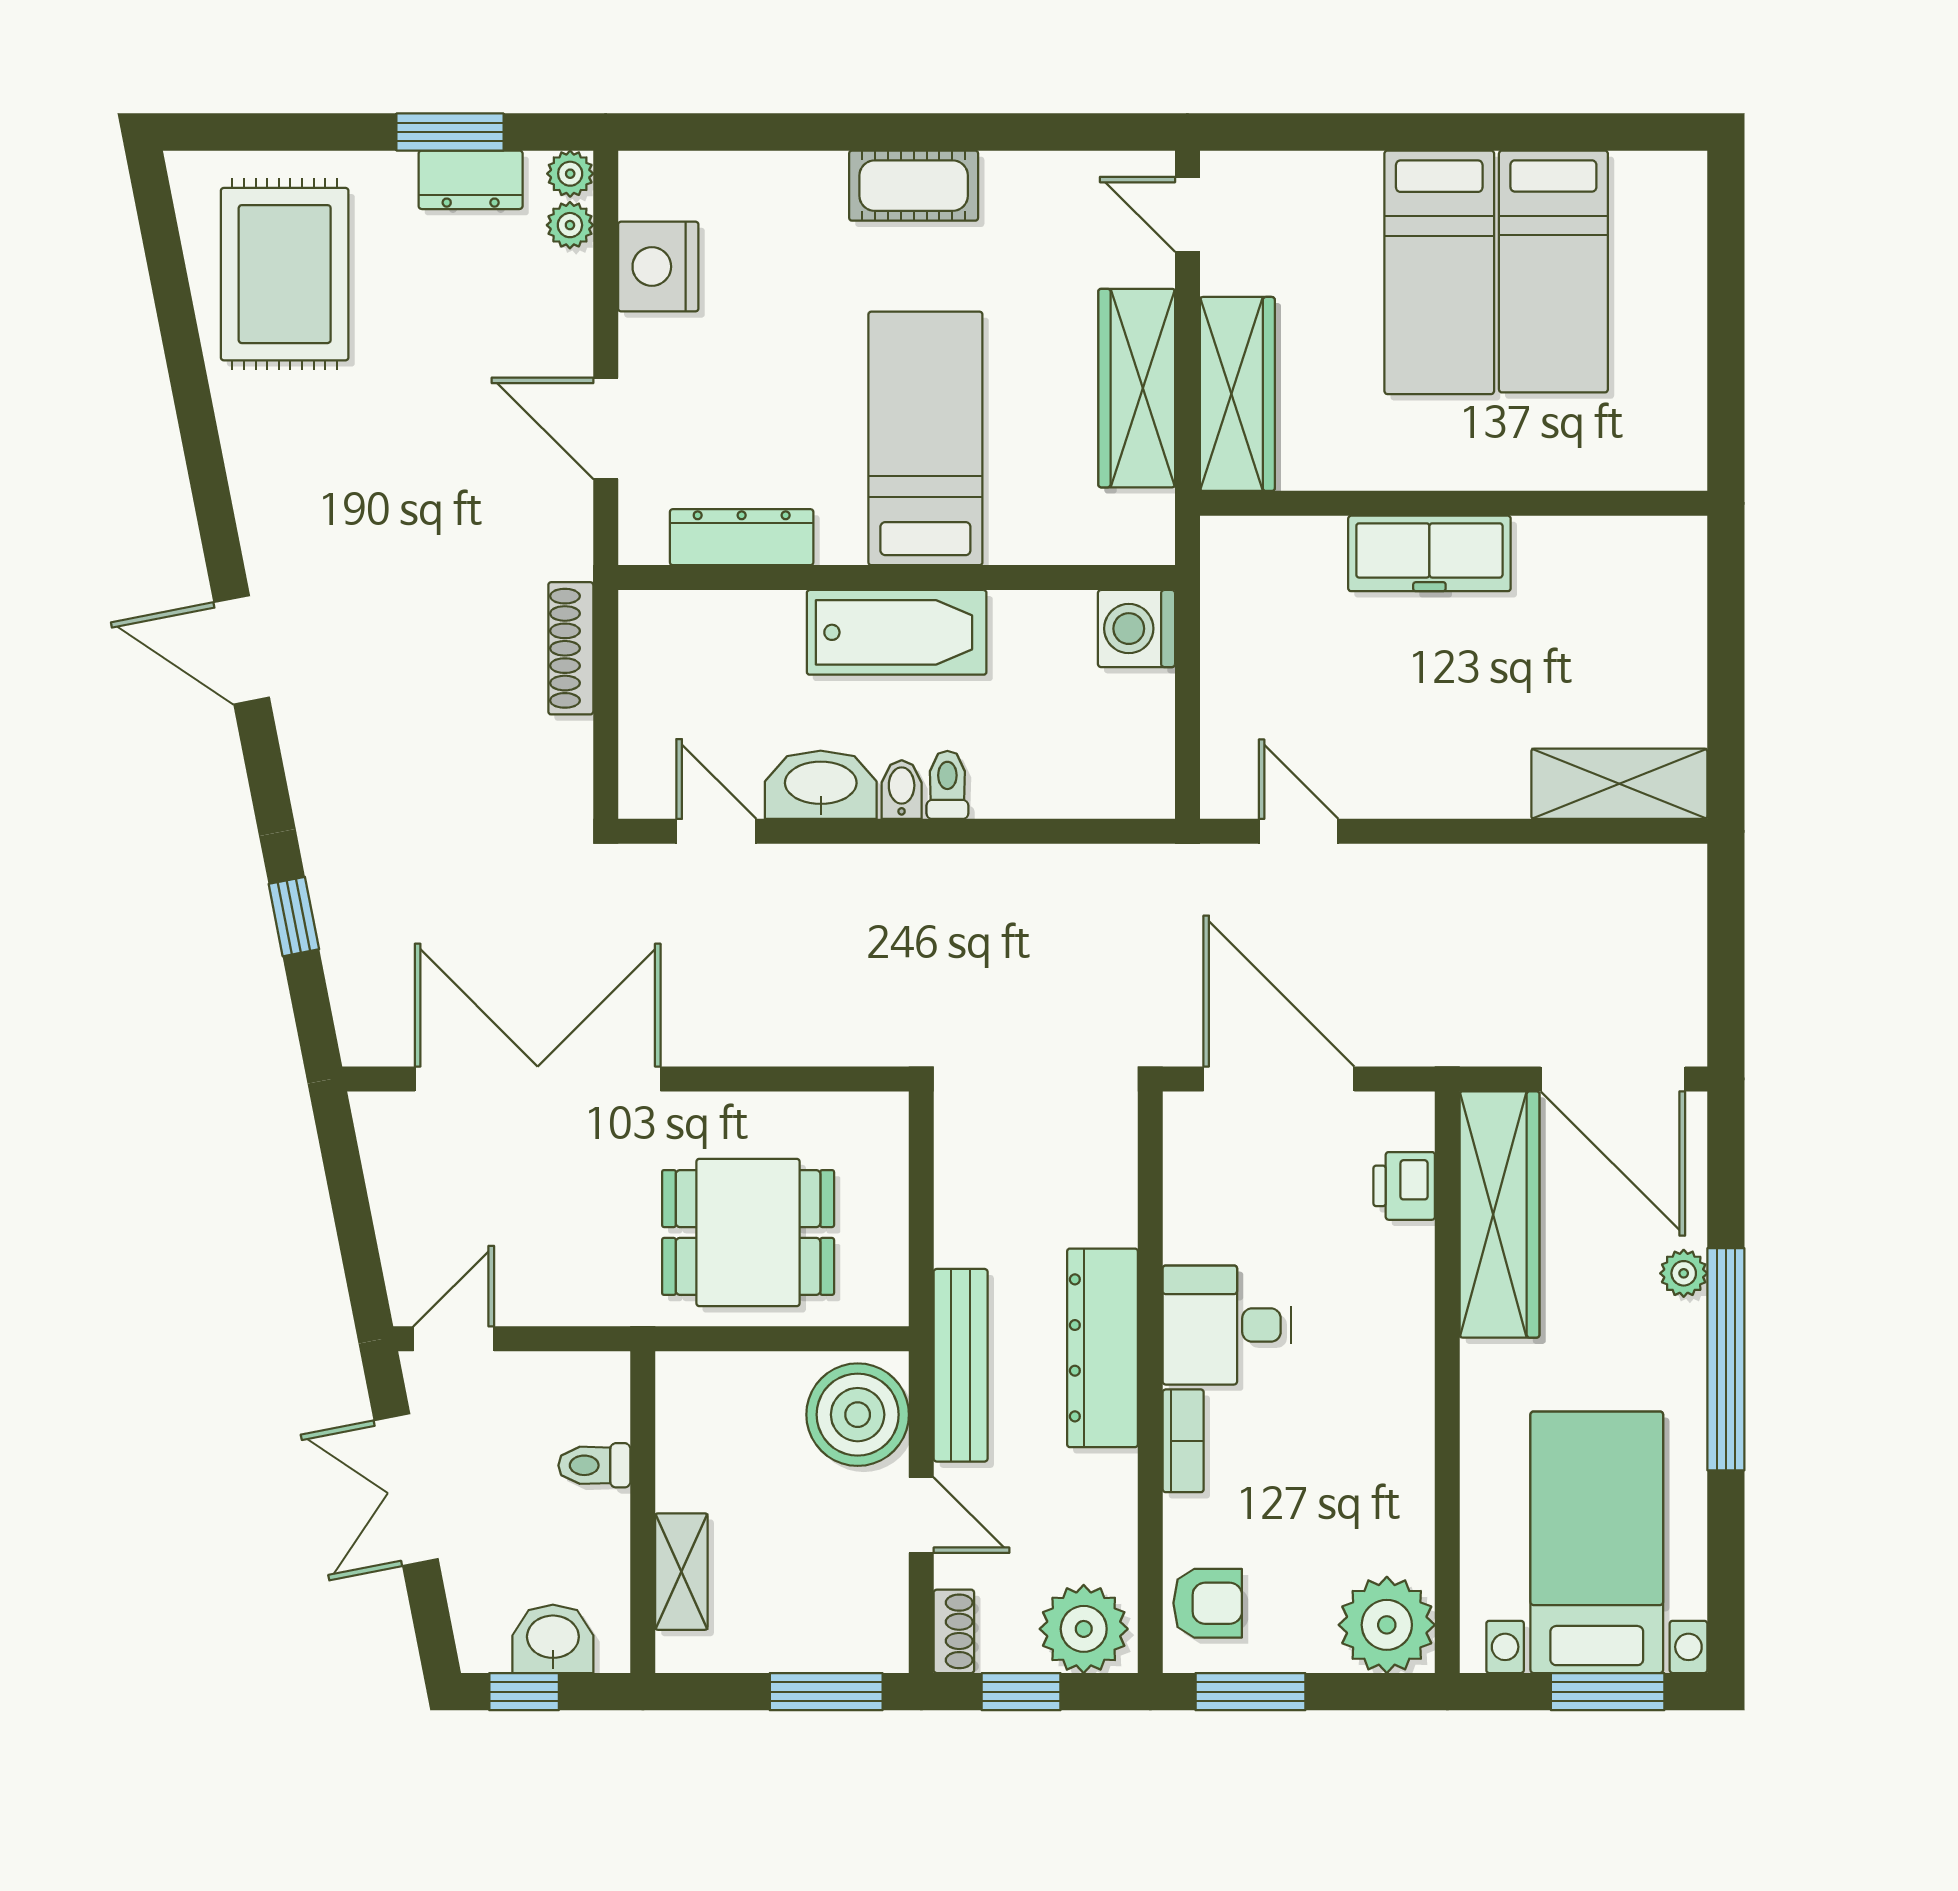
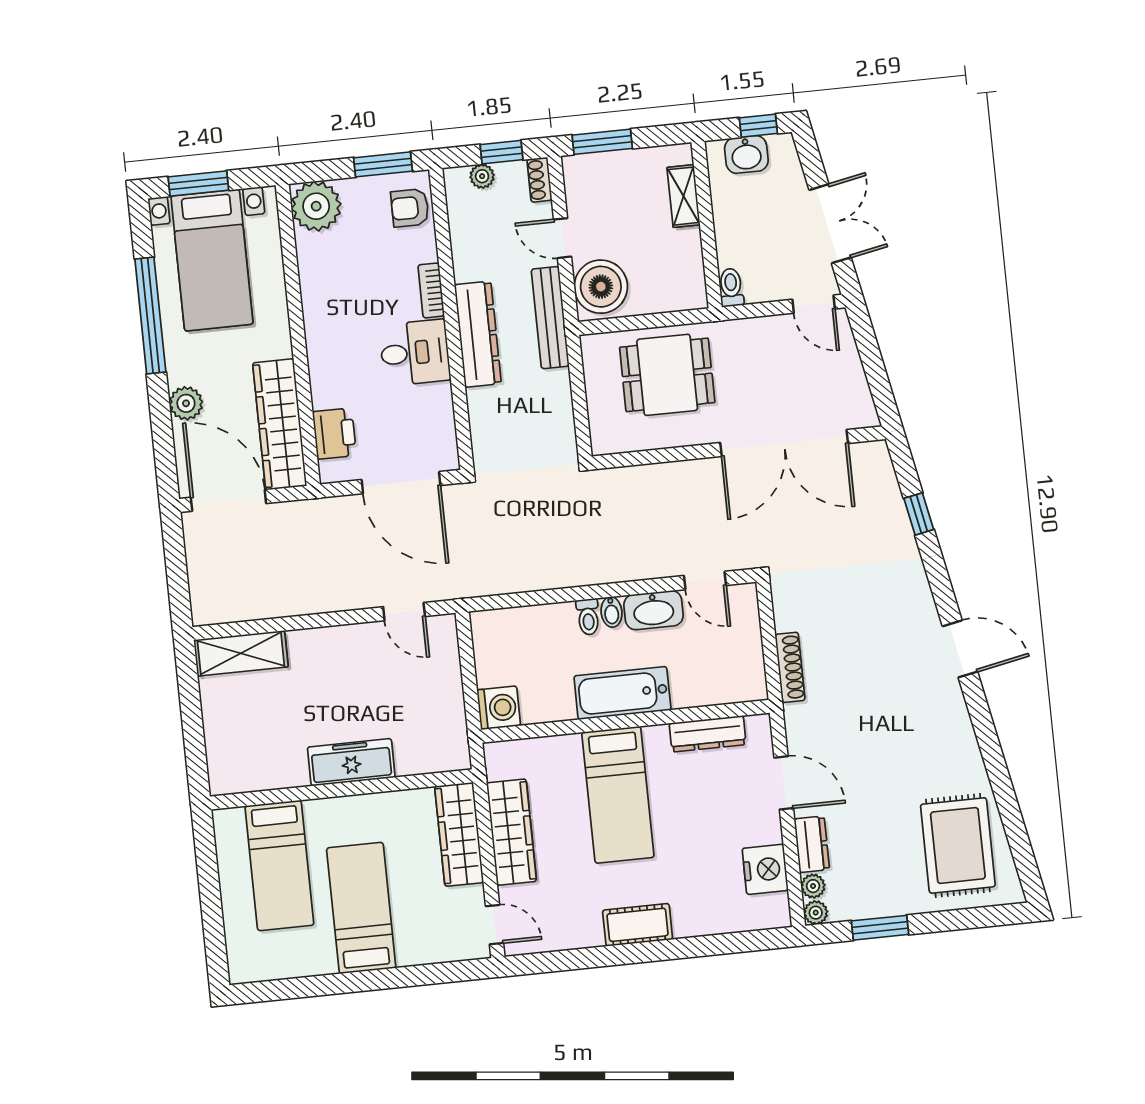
dresser: (471, 180) -> (812, 844), moved, turned 90
bed: (1553, 272) -> (279, 865), moved, turned 180
printer: (1404, 1186) -> (334, 434), width x1.36, depth x1.24
plant: (1684, 1273) -> (186, 403), width x1.38, depth x1.38
door: (454, 1339) -> (814, 304), hinge flipped
window: (1726, 1359) -> (150, 316), moved
toilet: (594, 1465) -> (731, 287), moved, turned -90
plant: (1084, 1629) -> (482, 176), width x0.53, depth x0.53

